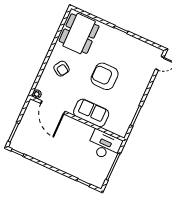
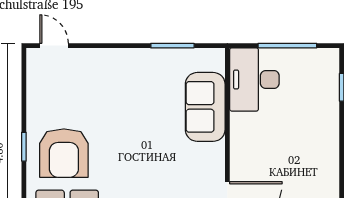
armchair: (105, 76) -> (64, 153), moved
sofa: (91, 113) -> (205, 107), moved

